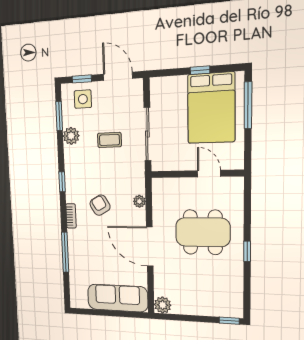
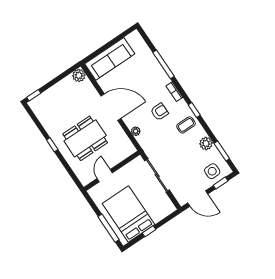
coffee table: (109, 140) -> (186, 125), moved
door: (209, 173) -> (105, 176), swing flipped
armchair: (100, 205) -> (159, 112), turned -60

